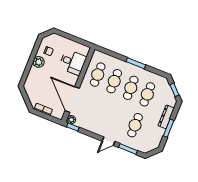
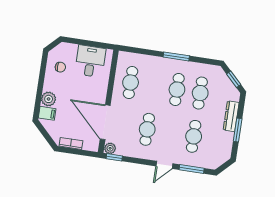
plant: (39, 62) -> (49, 99), moved
desk: (73, 62) -> (90, 61), moved, turned -90
cafe table: (114, 81) -> (147, 129), moved
filing cabinet: (31, 83) -> (47, 113), added

